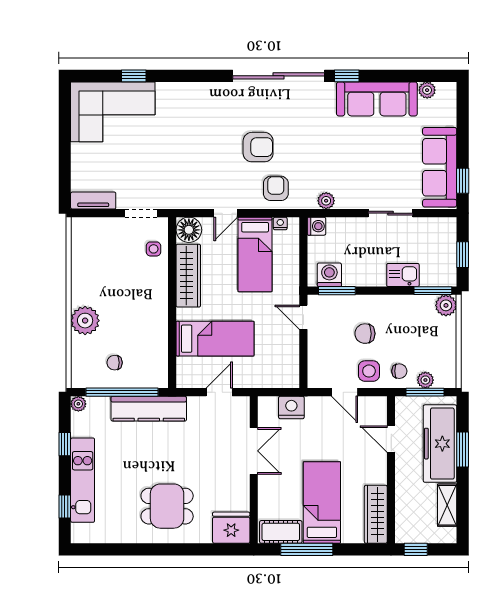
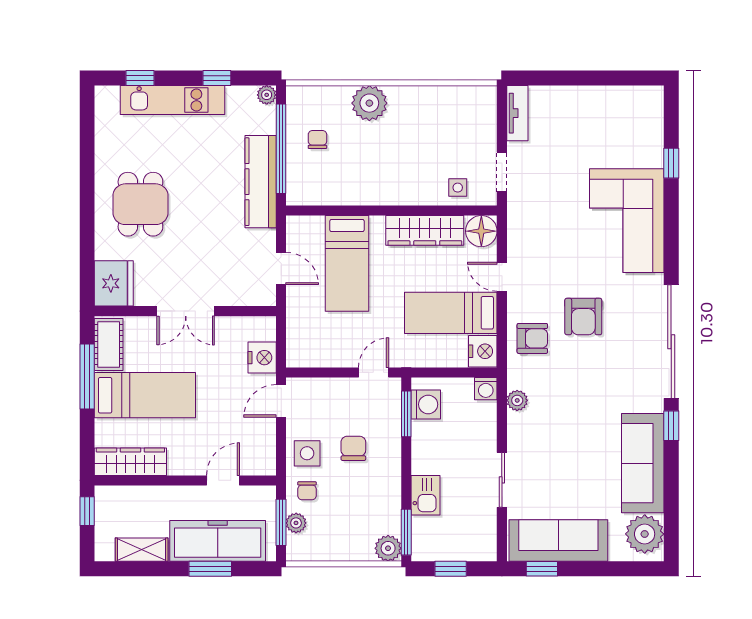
plant: (427, 90) -> (645, 534), width x1.88, depth x1.88
corner sofa: (113, 112) -> (627, 221), moved
nightstand: (280, 223) -> (483, 351), width x1.89, depth x1.79
door: (345, 392) -> (281, 401), moved
double door: (254, 451) -> (186, 311), moved

